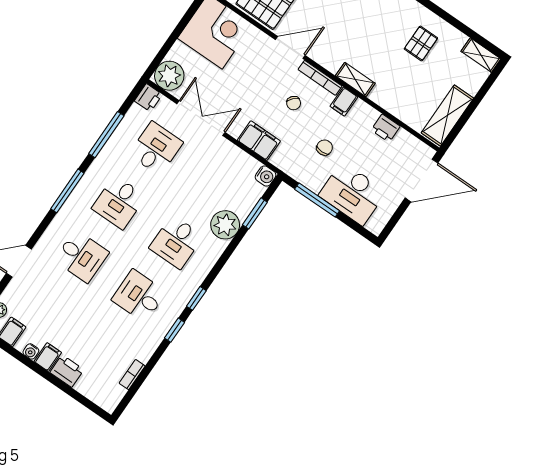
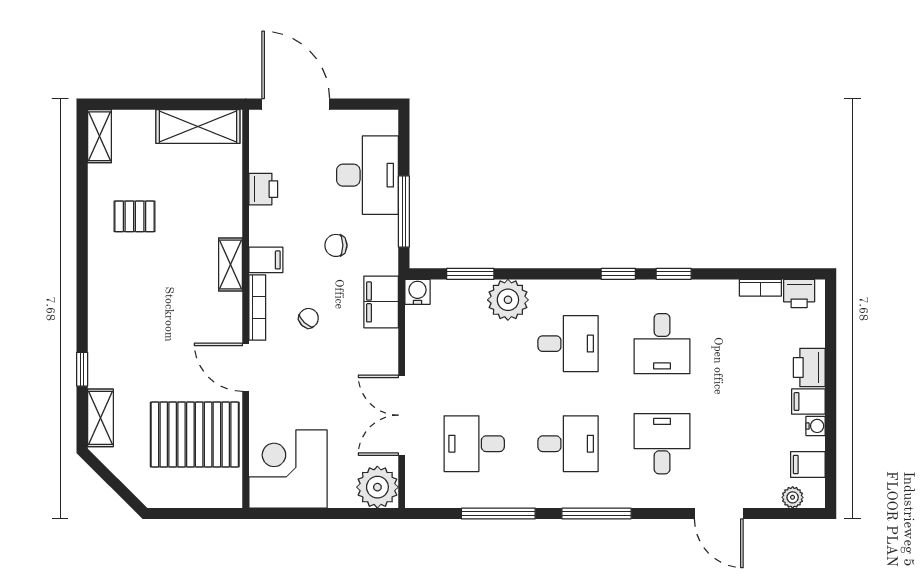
printer: (148, 98) -> (799, 293), moved, turned 180
filing cabinet: (259, 141) -> (381, 302), moved

